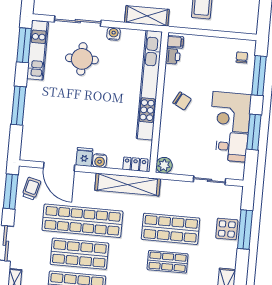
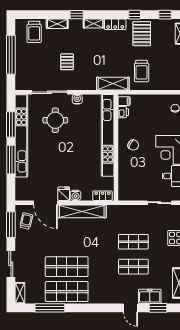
shelving: (147, 16) -> (113, 84), moved
window: (24, 45) -> (11, 124), moved
kitchen unit: (37, 50) -> (21, 136), width x1.86
plant: (164, 165) -> (124, 194), removed
shelving: (128, 184) -> (82, 211), moved
shop shelf: (82, 221) -> (67, 242), removed
shop shelf: (171, 229) -> (133, 242), width x0.70, depth x0.74

